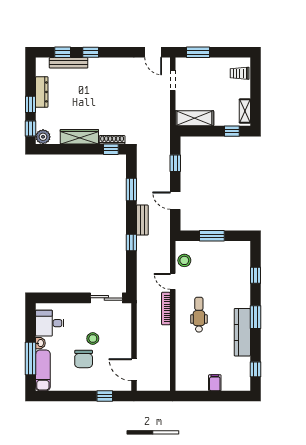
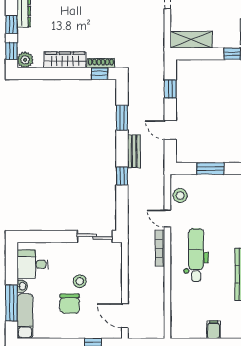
dental chair: (199, 315) -> (196, 255), width x1.36, depth x1.38

